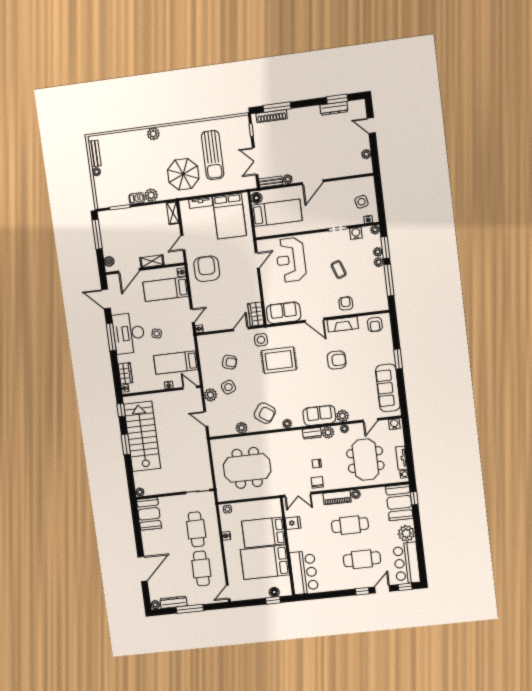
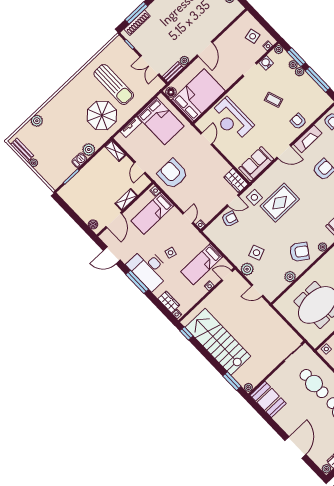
plant: (153, 134) -> (37, 121), moved
bed: (277, 213) -> (198, 96), width x1.50
window: (97, 234) -> (69, 210), removed
door: (241, 329) -> (233, 201), swing flipped
armchair: (230, 362) -> (230, 219), moved
window: (126, 444) -> (232, 381), moved

